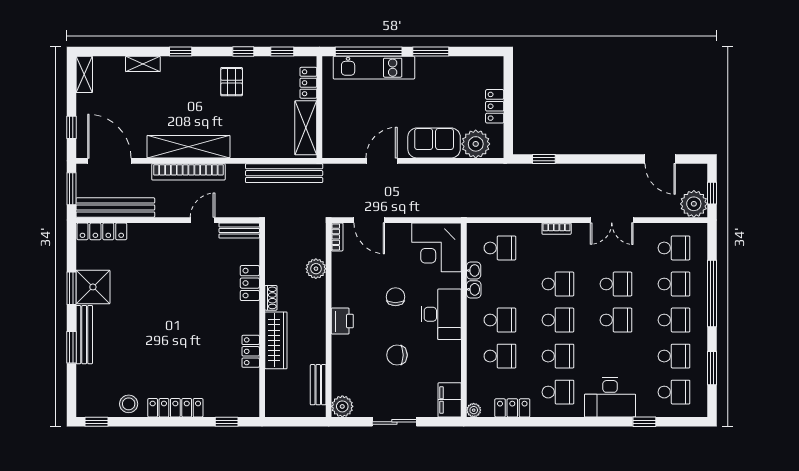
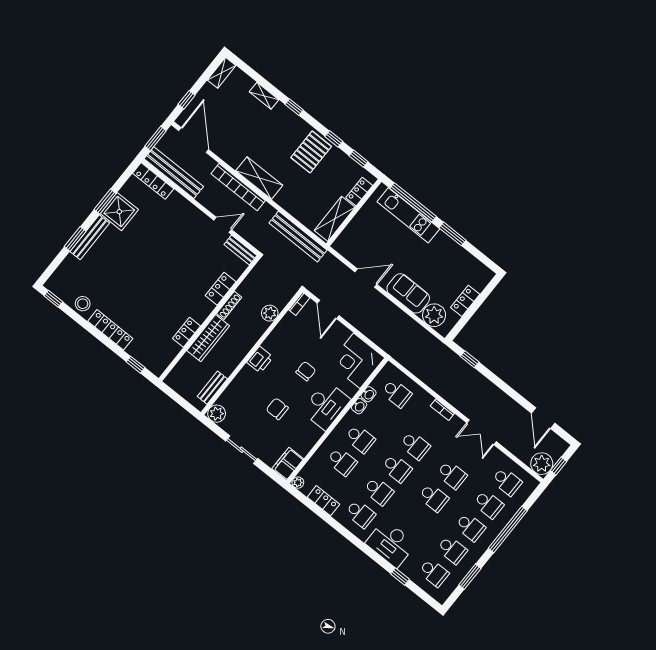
pallet: (232, 82) -> (311, 152), width x1.50, depth x1.42
shelving: (188, 147) -> (259, 178), width x0.68
shoe rack: (271, 298) -> (229, 305), width x1.43

